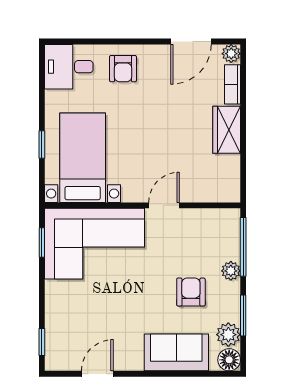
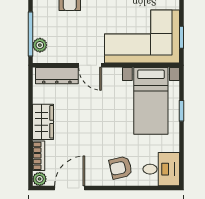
armchair: (123, 69) -> (121, 168), turned -103
dresser: (208, 191) -> (57, 76), added
door: (164, 205) -> (90, 65), hinge flipped
plant: (231, 271) -> (40, 45), moved

